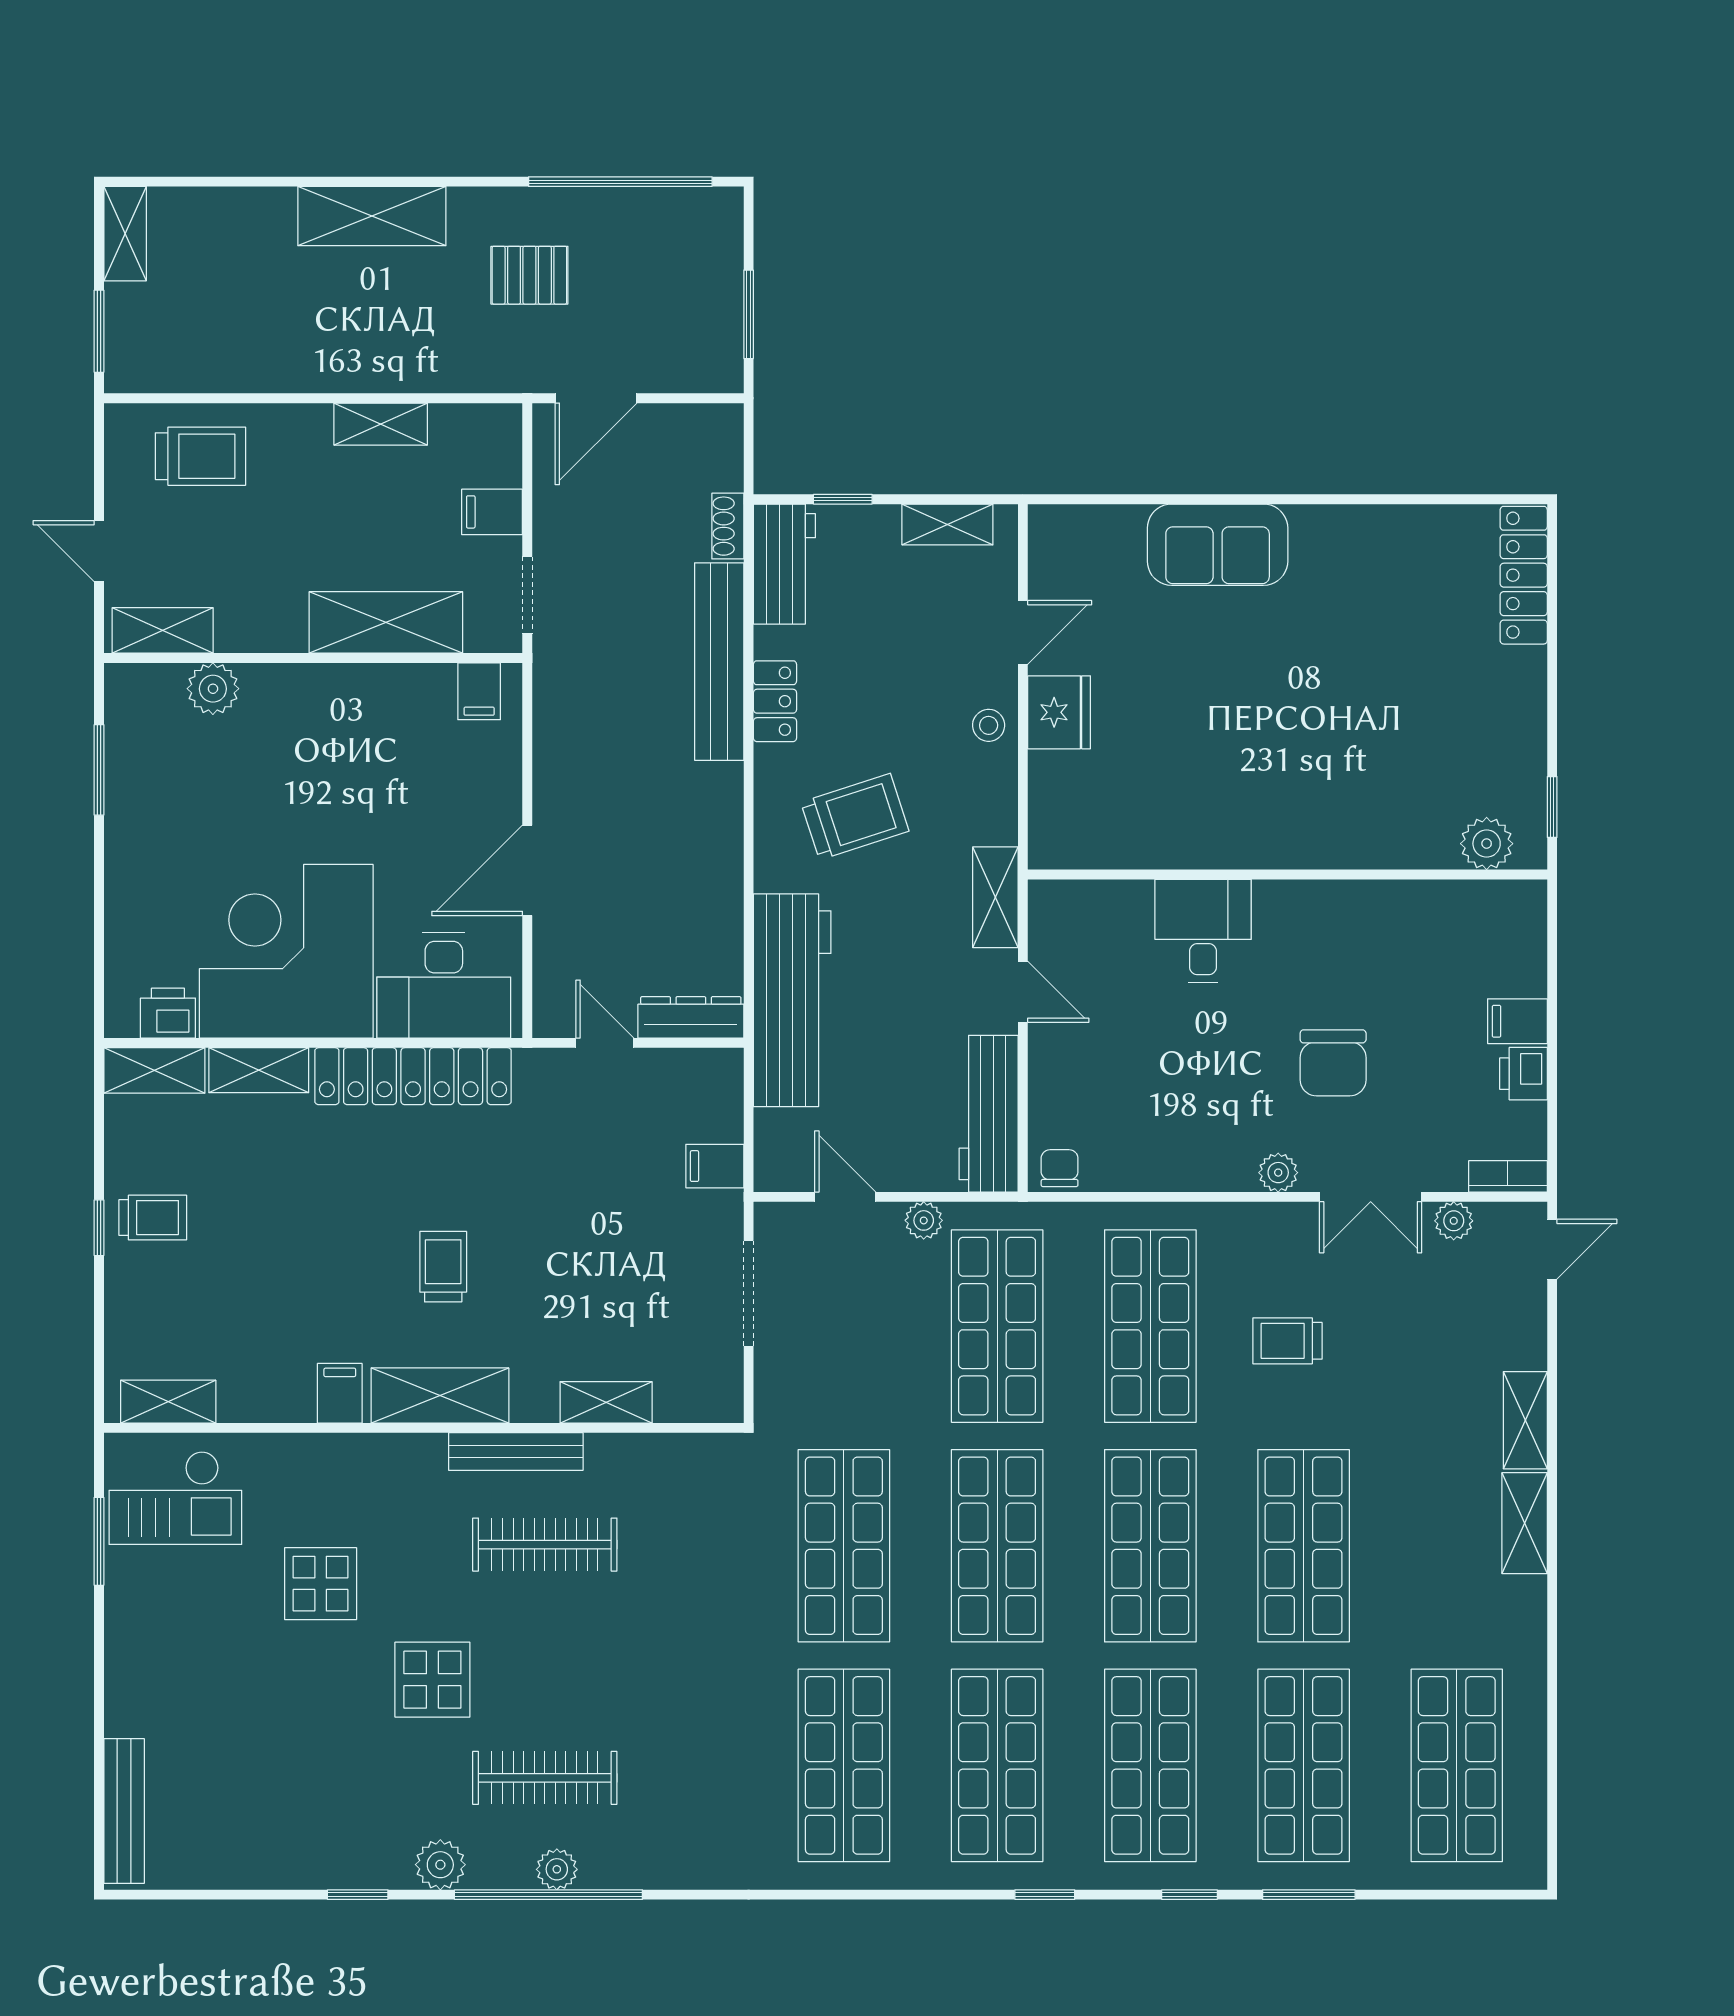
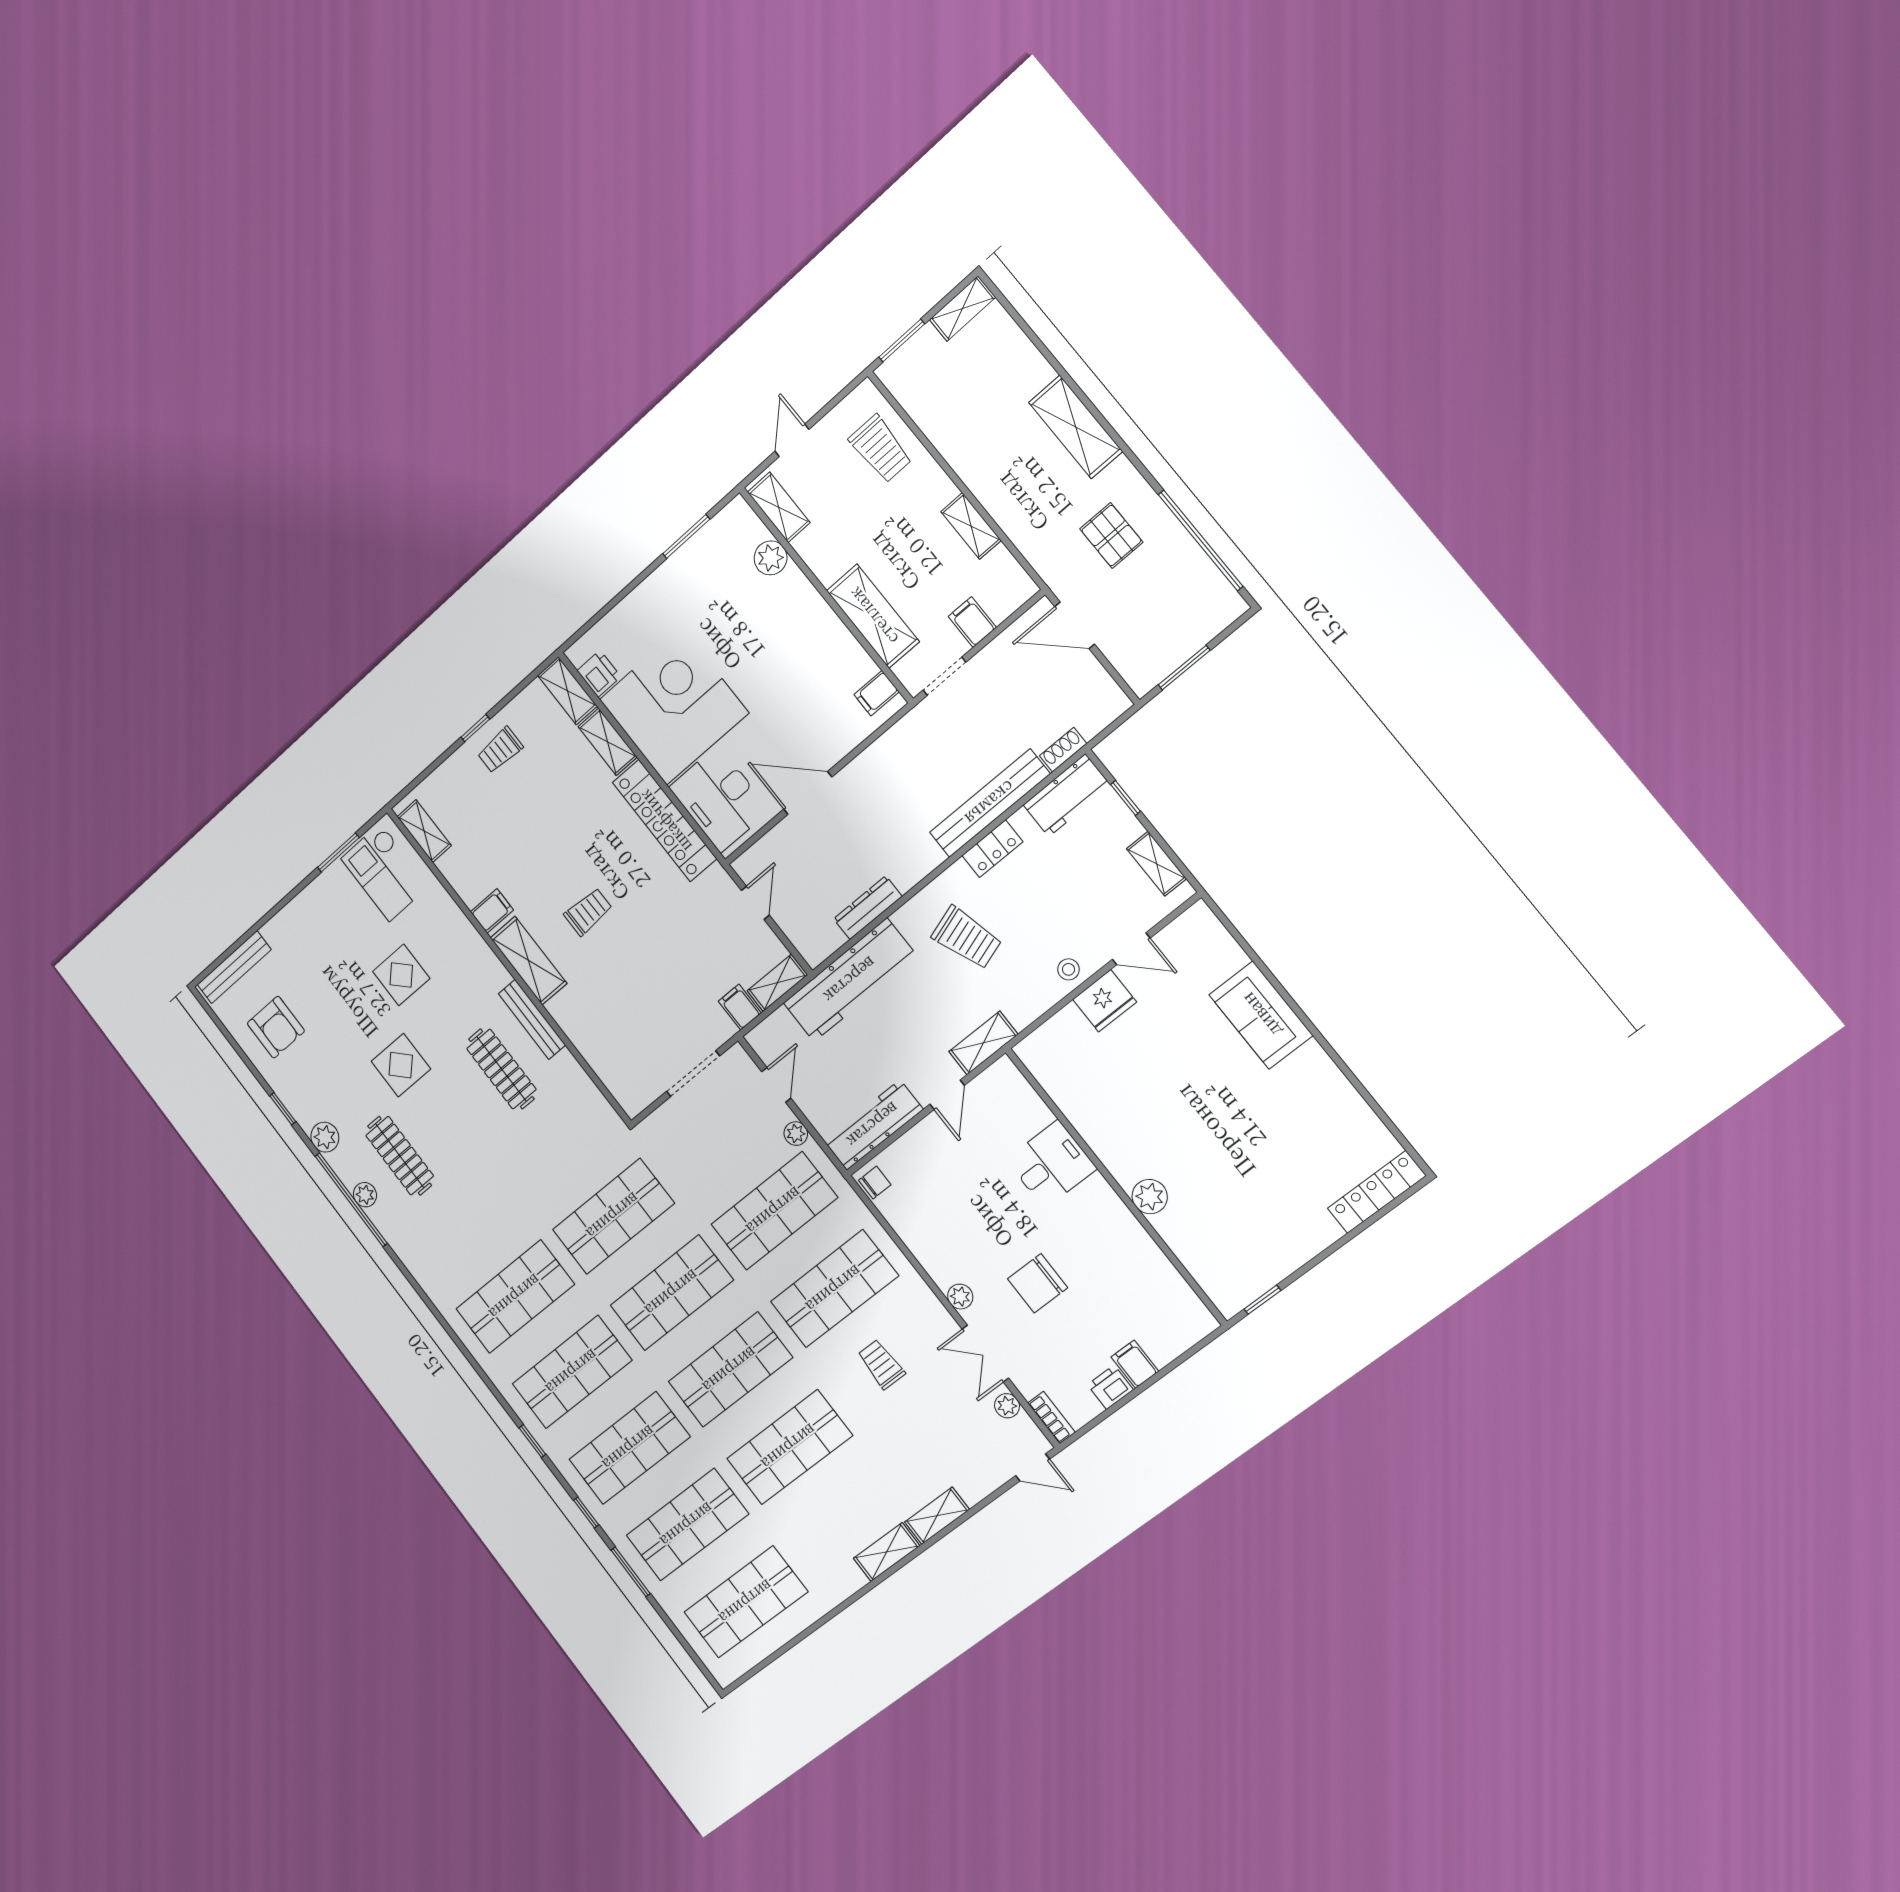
plant: (1487, 844) -> (1150, 1197), moved
dresser: (691, 1017) -> (868, 908), moved, turned -90
trolley: (153, 1218) -> (500, 750), turned 90
shelving: (606, 1402) -> (777, 983), moved, turned 90
armchair: (247, 1816) -> (276, 1027), added

